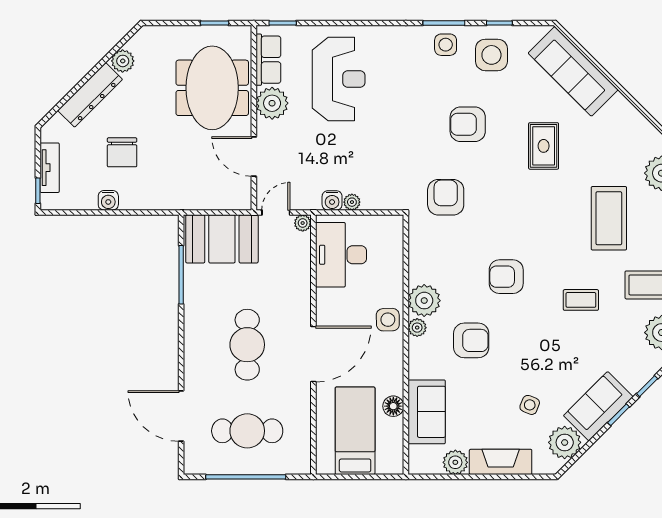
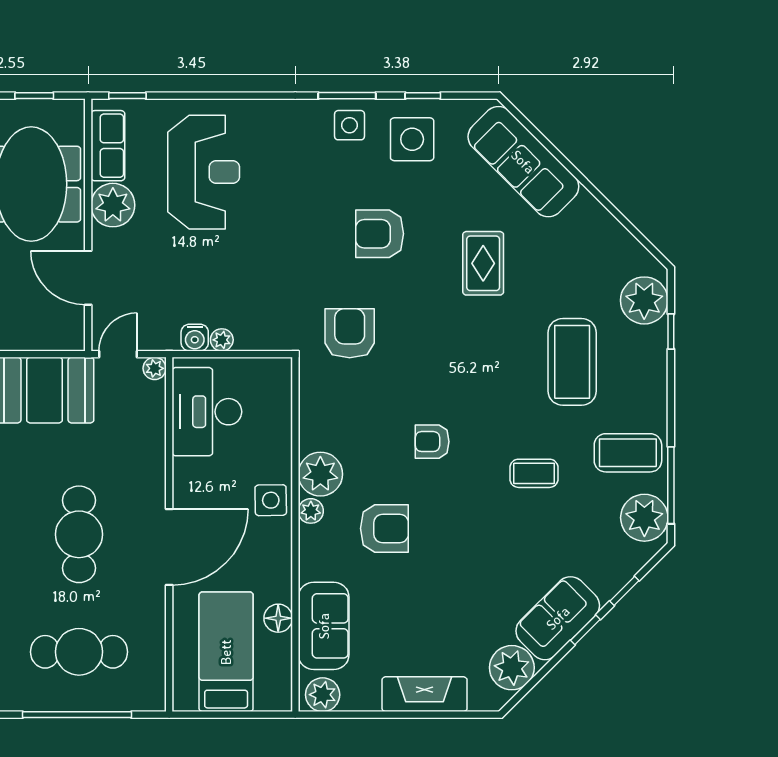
armchair: (506, 277) -> (432, 442), width x0.72, depth x0.72
side table: (530, 405) -> (464, 616), removed
plant: (455, 462) -> (323, 695), moved

